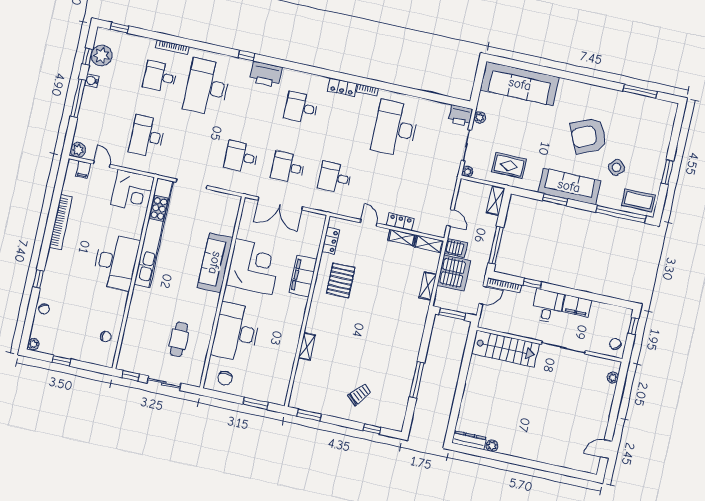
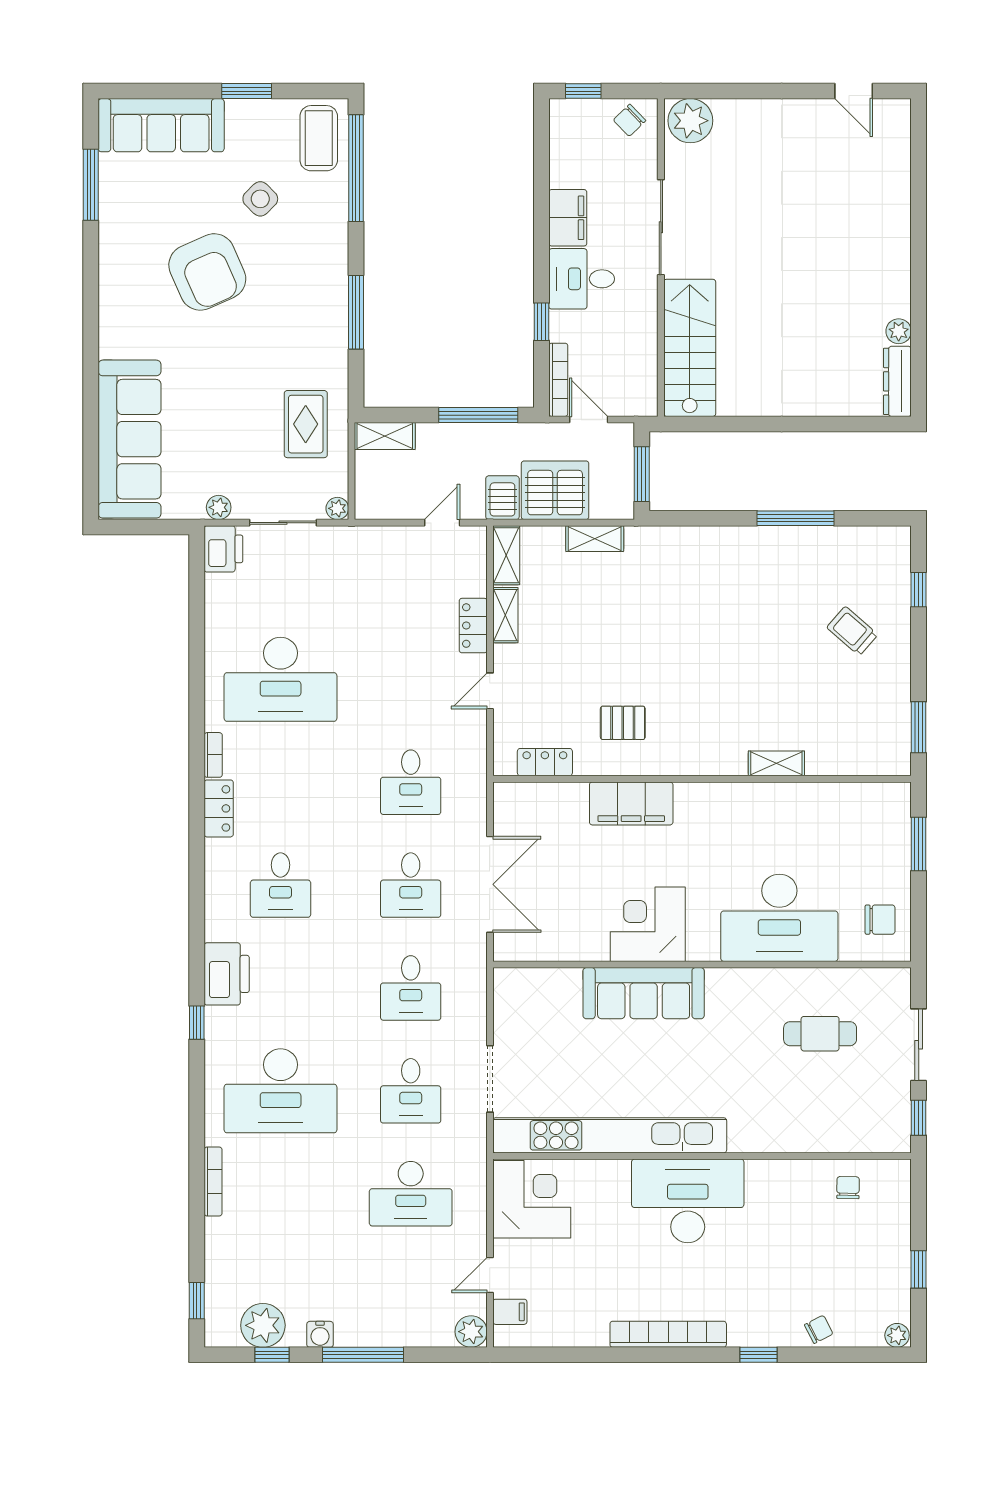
desk: (160, 77) -> (411, 1091), moved
sofa: (569, 186) -> (161, 125), moved, turned -90
window: (555, 200) -> (356, 312), width x1.44
bookcase: (61, 222) -> (668, 1334), moved
corner desk: (254, 267) -> (648, 924), width x0.74, depth x0.74
pallet: (341, 280) -> (623, 723), width x0.67, depth x0.71
plant: (613, 378) -> (690, 121), width x1.88, depth x1.88

